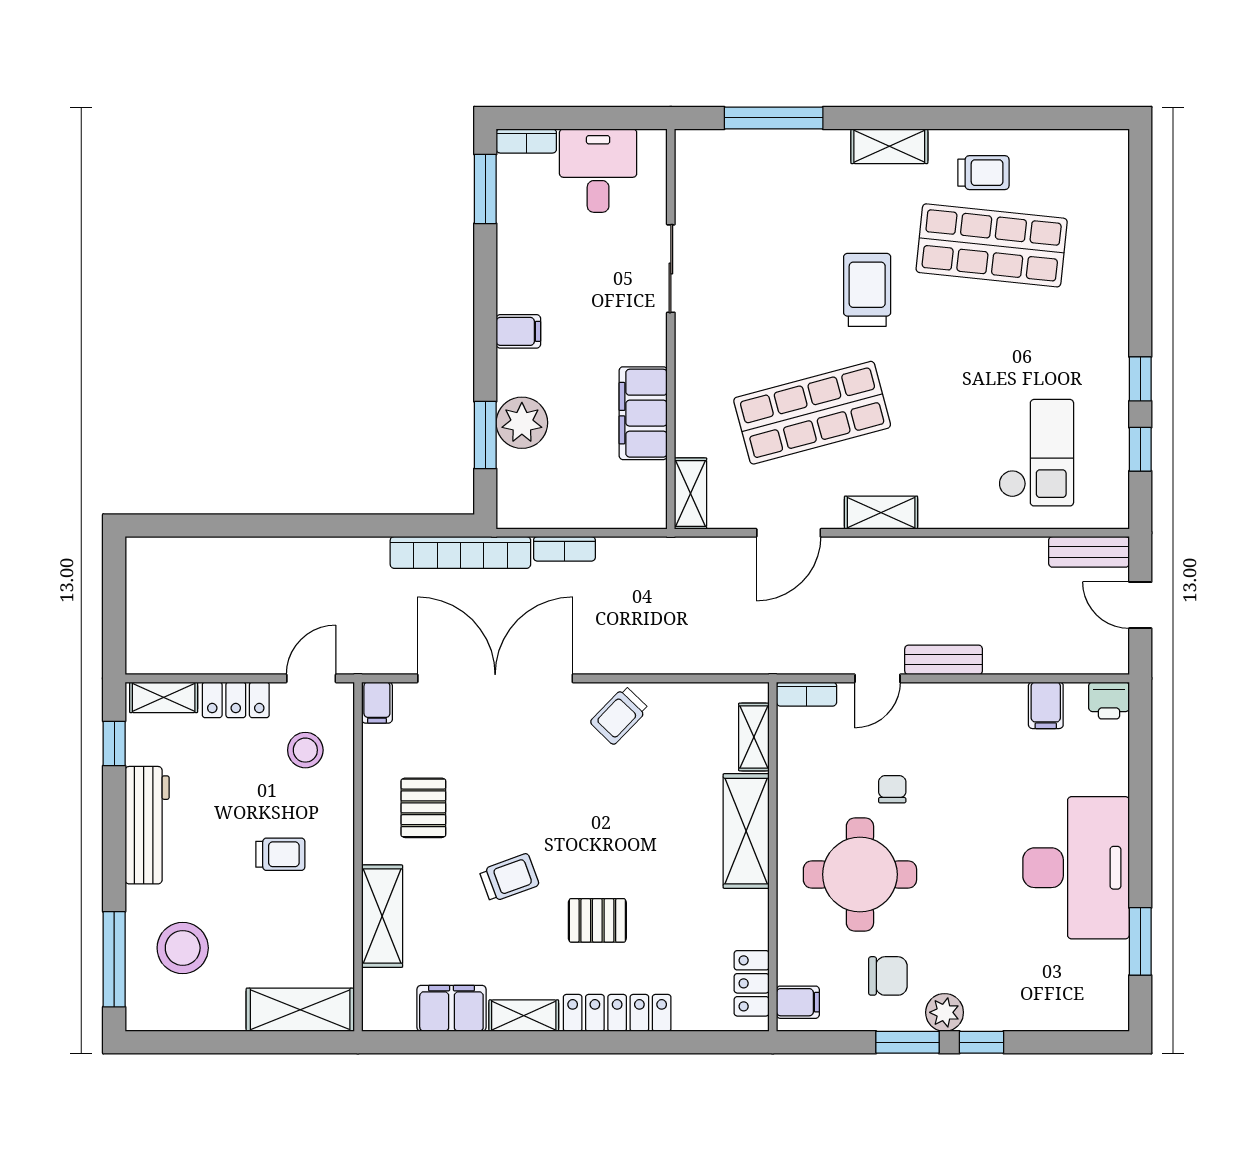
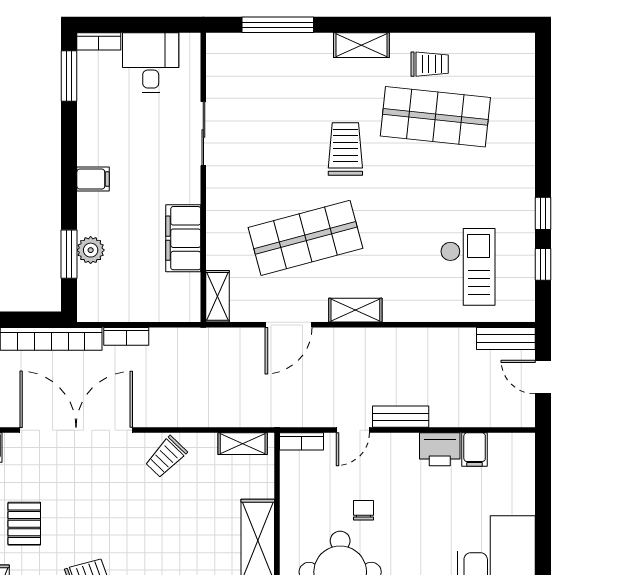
plant: (522, 423) -> (91, 250), width x0.73, depth x0.73
printer: (1109, 701) -> (440, 449), moved, width x1.36, depth x1.24
shelving: (754, 737) -> (243, 444), moved, turned 90

